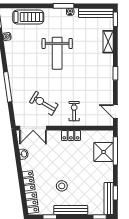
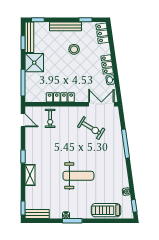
bench: (96, 13) -> (37, 214), width x0.73
shelving: (108, 42) -> (30, 175), moved
weight bench: (57, 53) -> (78, 176), turned 90
exercise bike: (74, 111) -> (50, 118), moved
locker: (71, 135) -> (60, 97), width x1.53
shower: (104, 152) -> (34, 63), moved
locker: (29, 181) -> (107, 64), moved

